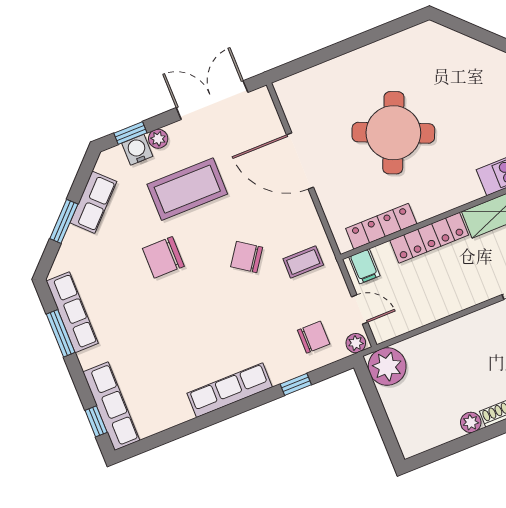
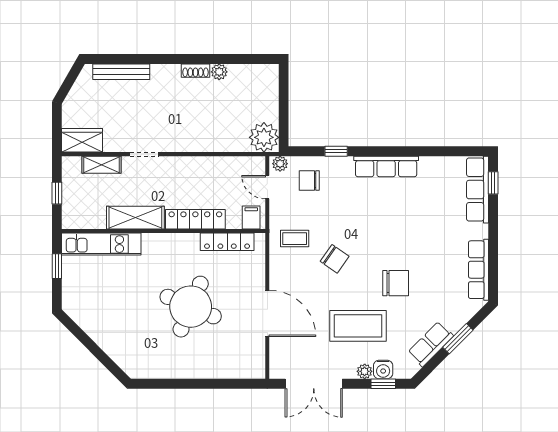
window: (61, 333) -> (493, 258), removed

